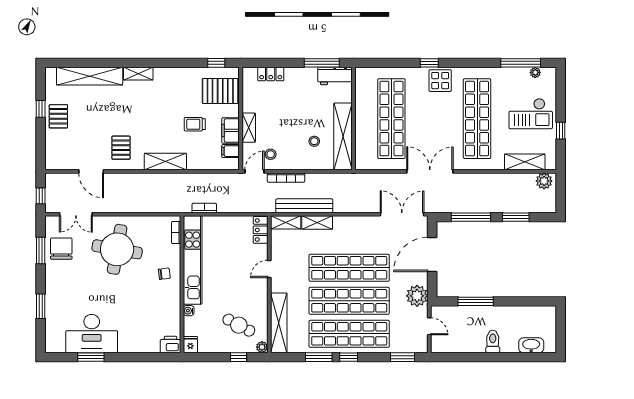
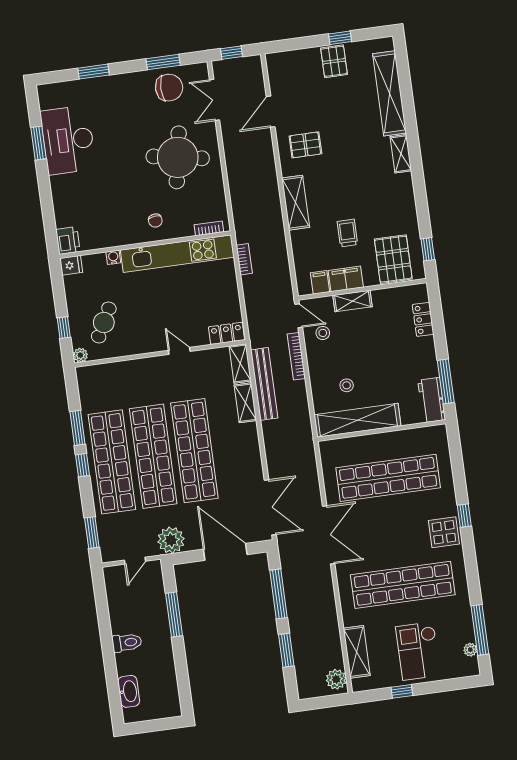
pallet: (58, 116) -> (334, 61), turned 90
shelving: (279, 323) -> (114, 372), removed

